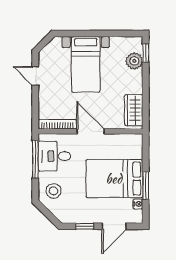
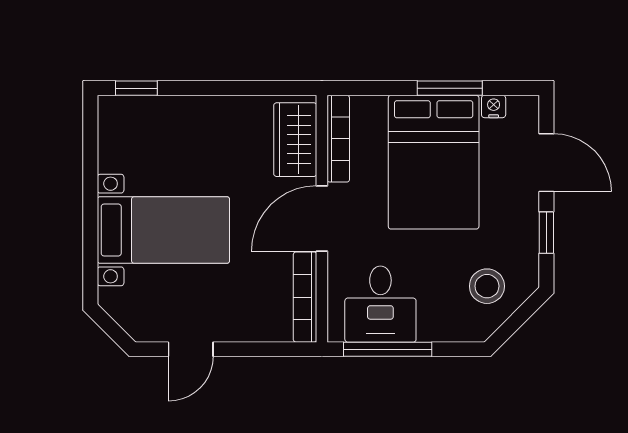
plant: (134, 61) -> (155, 115), removed
wardrobe: (134, 110) -> (295, 140), moved, turned 90
bookcase: (124, 138) -> (338, 139), added
stool: (54, 191) -> (487, 286), moved

